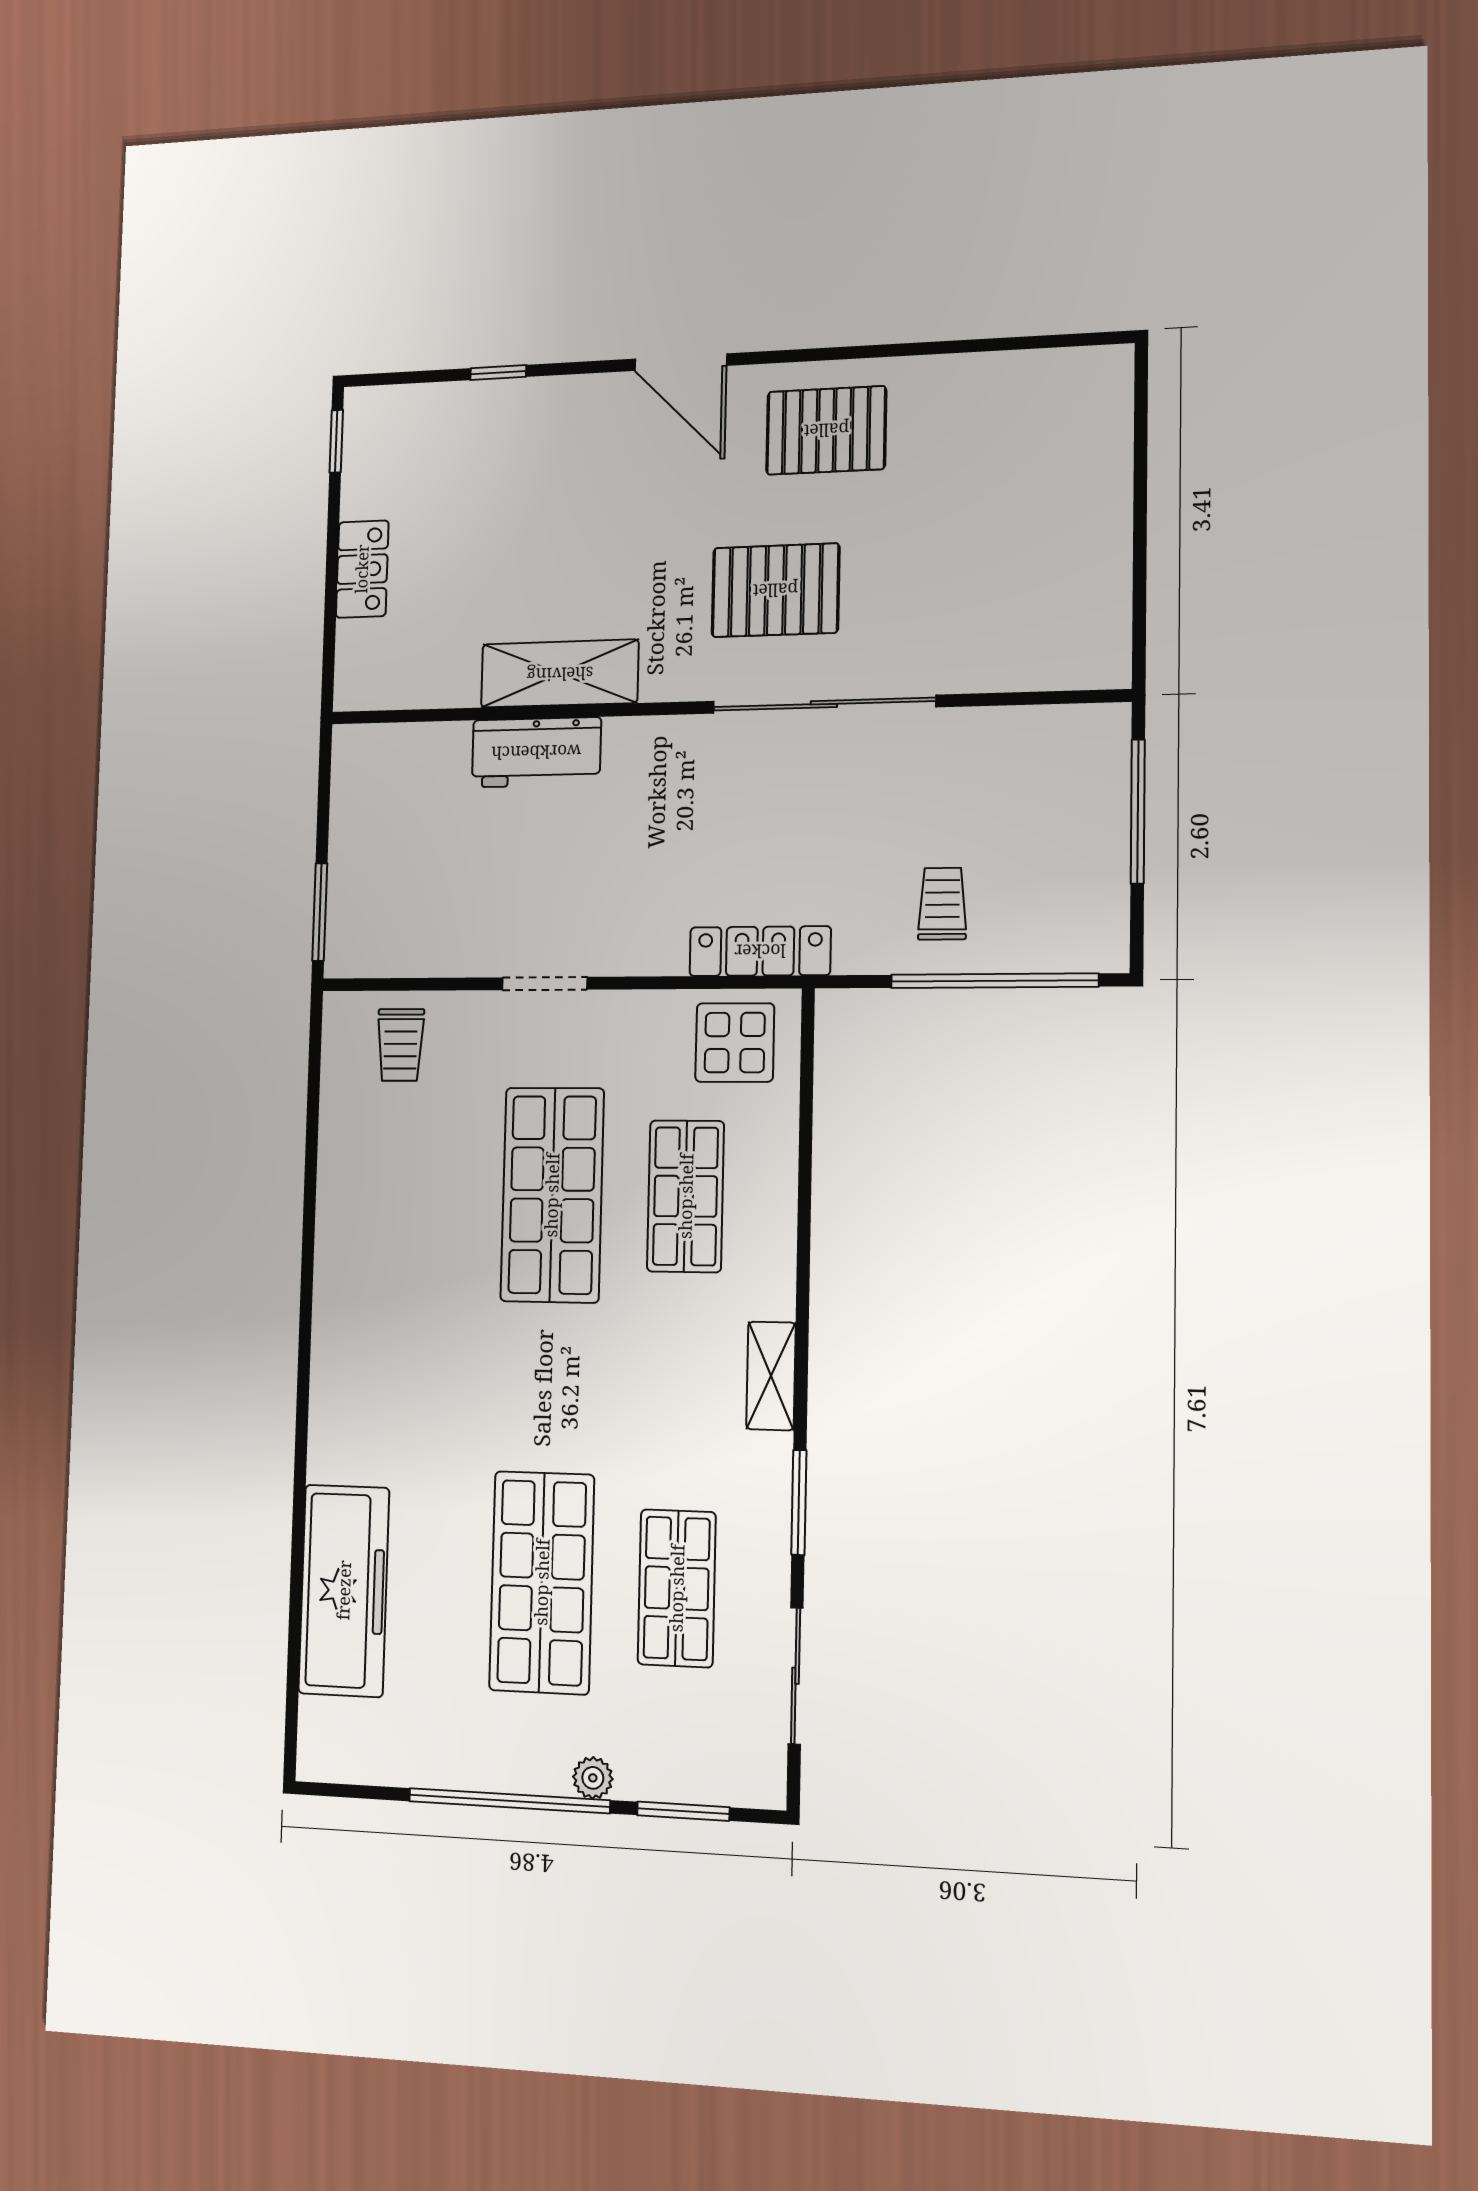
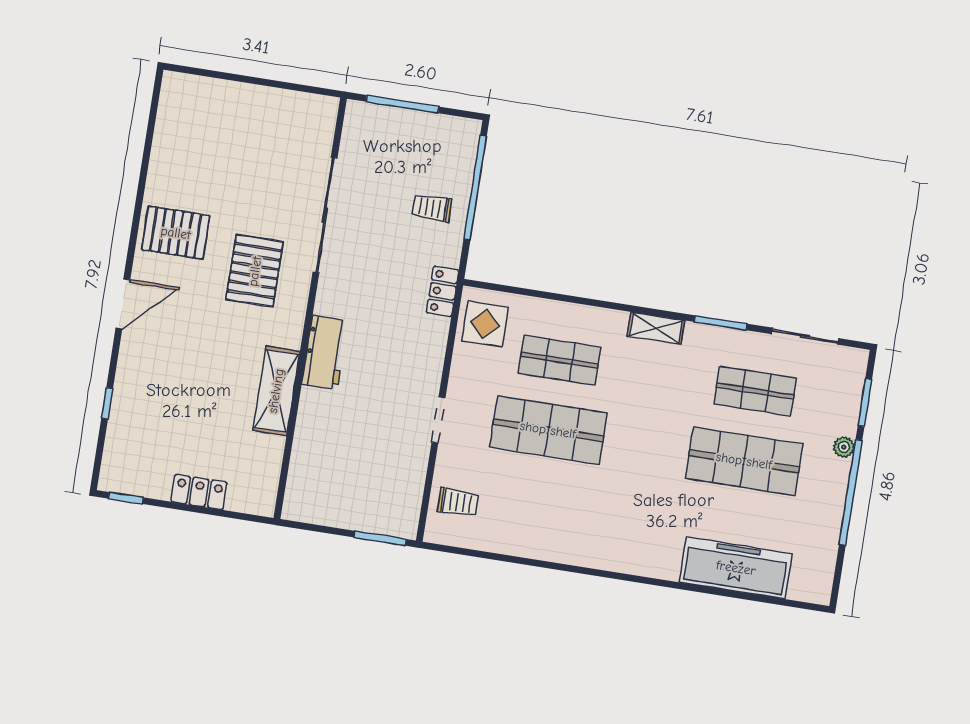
pallet: (826, 430) -> (176, 233), turned 90
sliding door: (824, 704) -> (325, 215), moved
workbench: (536, 752) -> (325, 353), moved
locker: (760, 951) -> (443, 291), width x0.66

